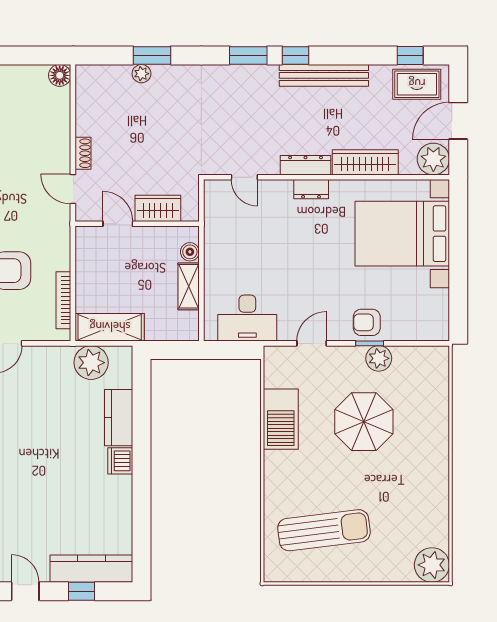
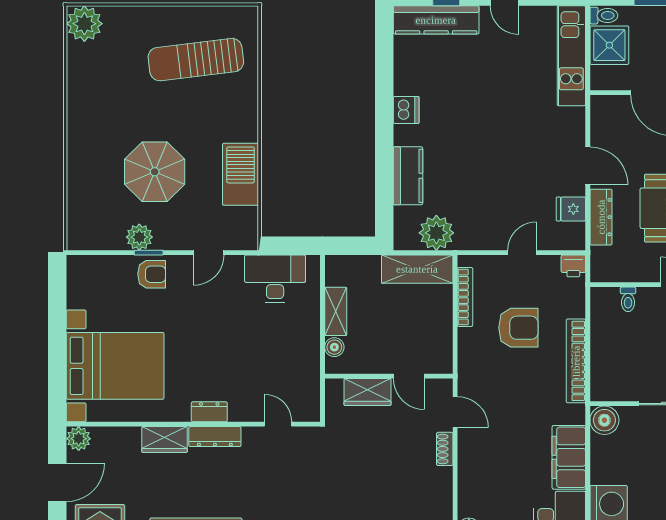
plant: (433, 159) -> (79, 439), width x0.73, depth x0.73
wardrobe: (365, 162) -> (165, 440), width x0.67
dishwasher: (120, 461) -> (406, 110), moved

